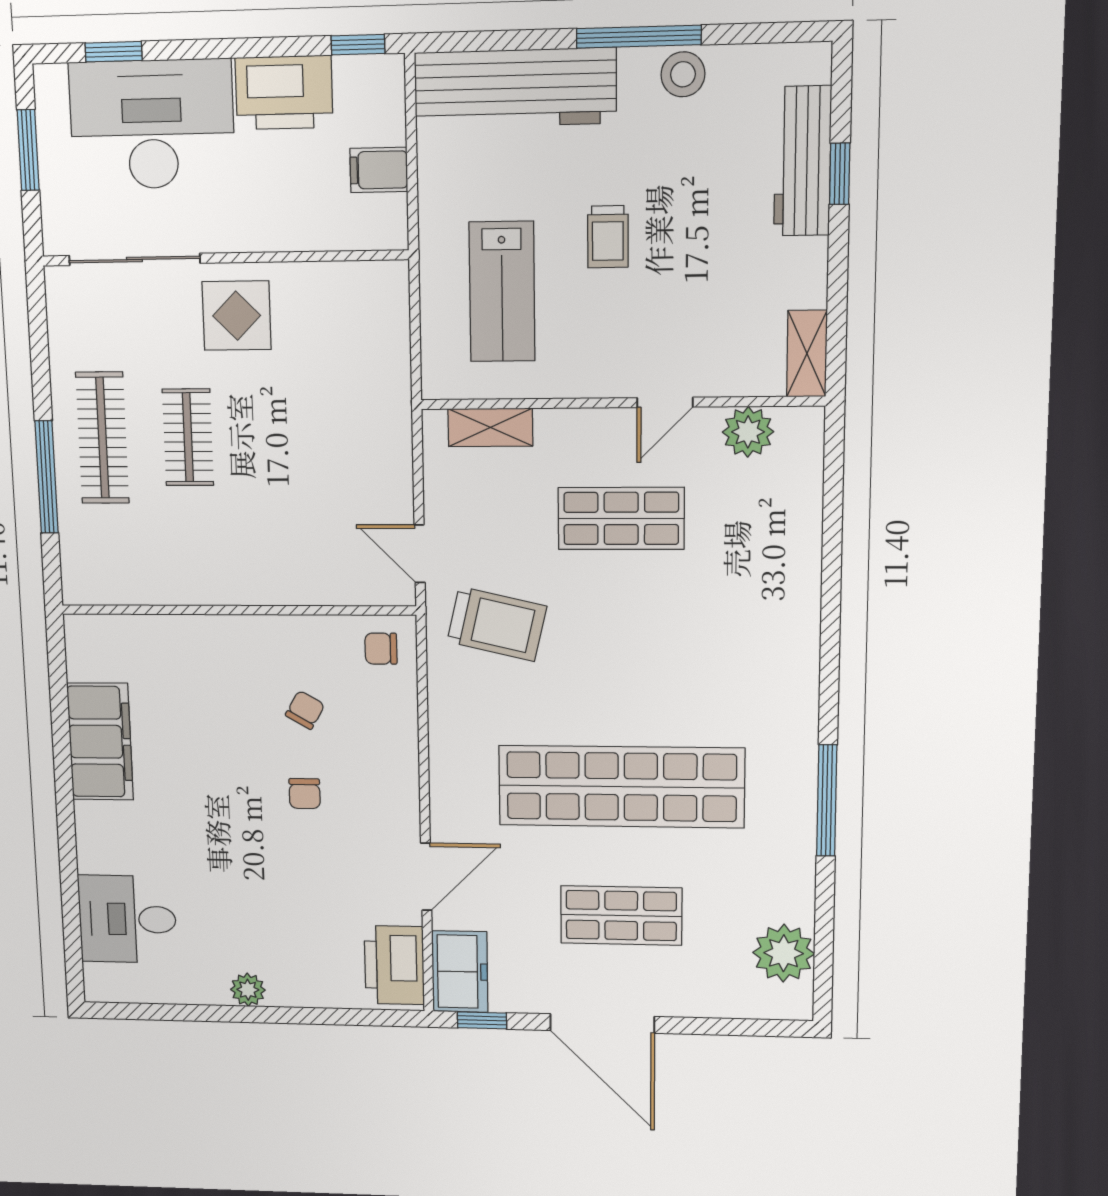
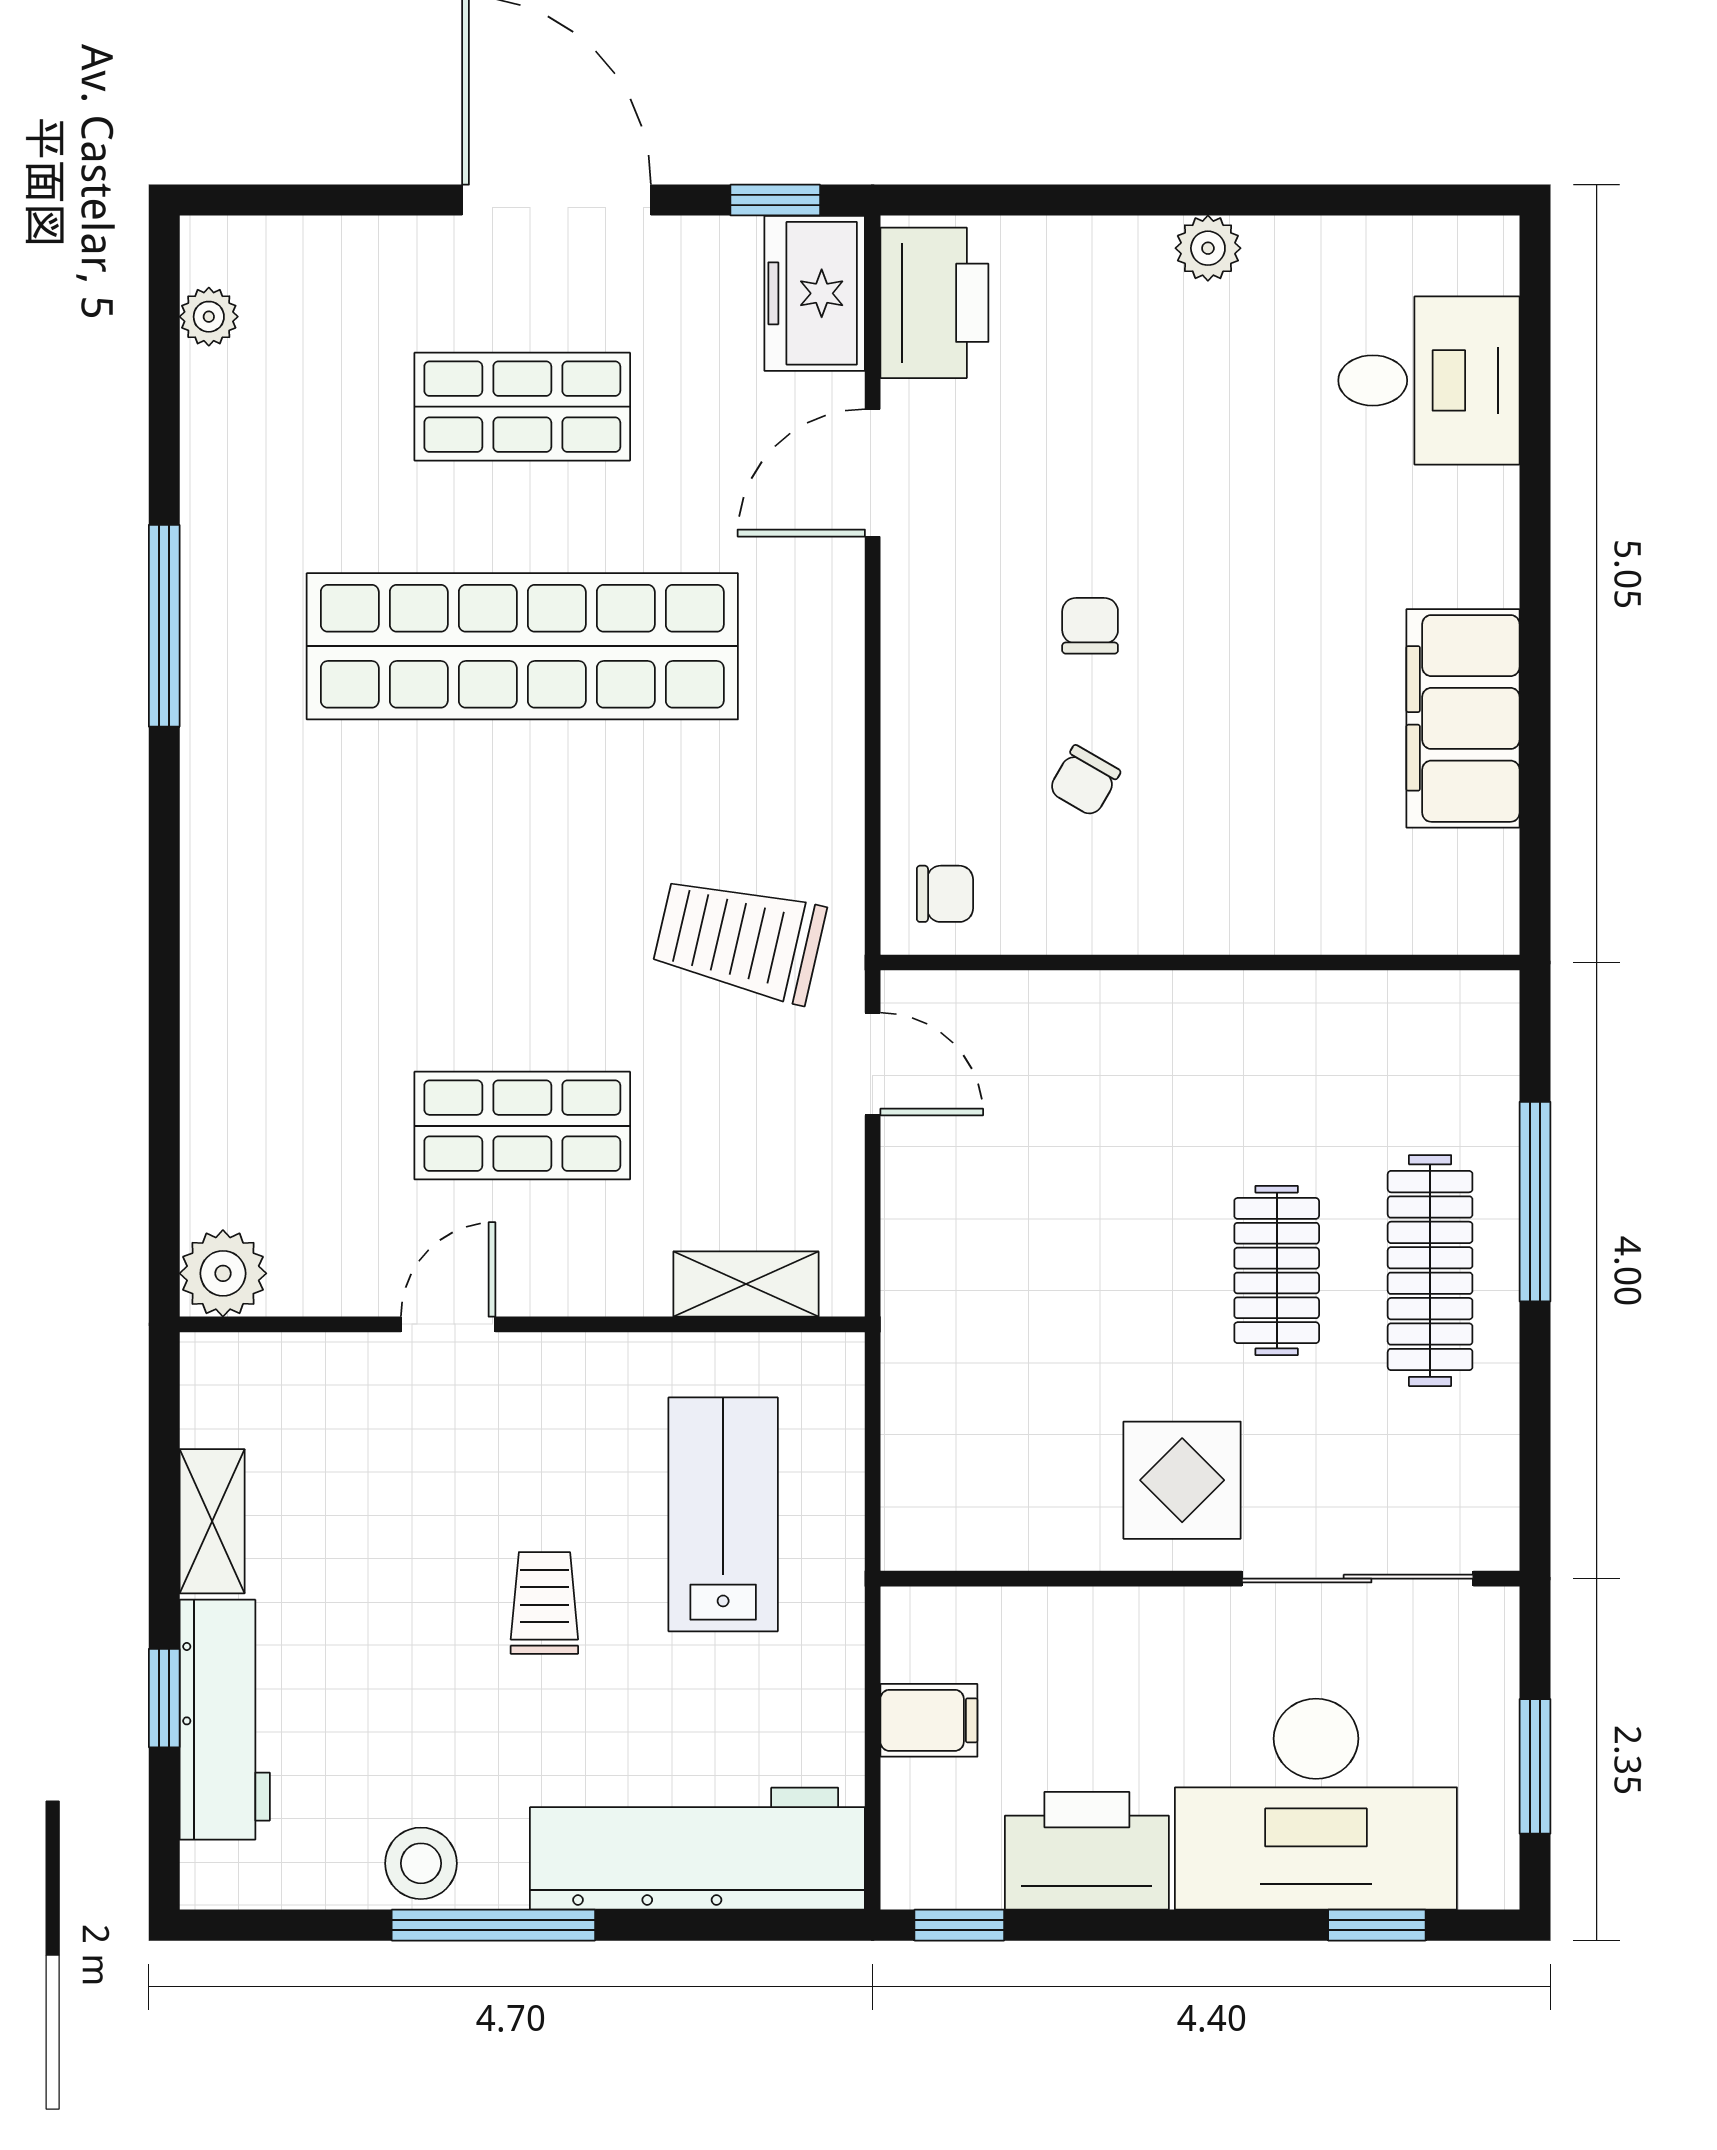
shelving: (807, 354) -> (212, 1521), moved
plant: (748, 432) -> (223, 1273), moved
plant: (784, 953) -> (209, 317), width x0.53, depth x0.53

